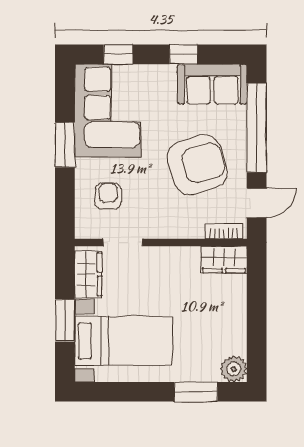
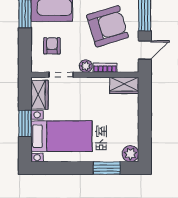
plant: (162, 229) -> (86, 66), added
bookcase: (224, 231) -> (105, 68), moved

